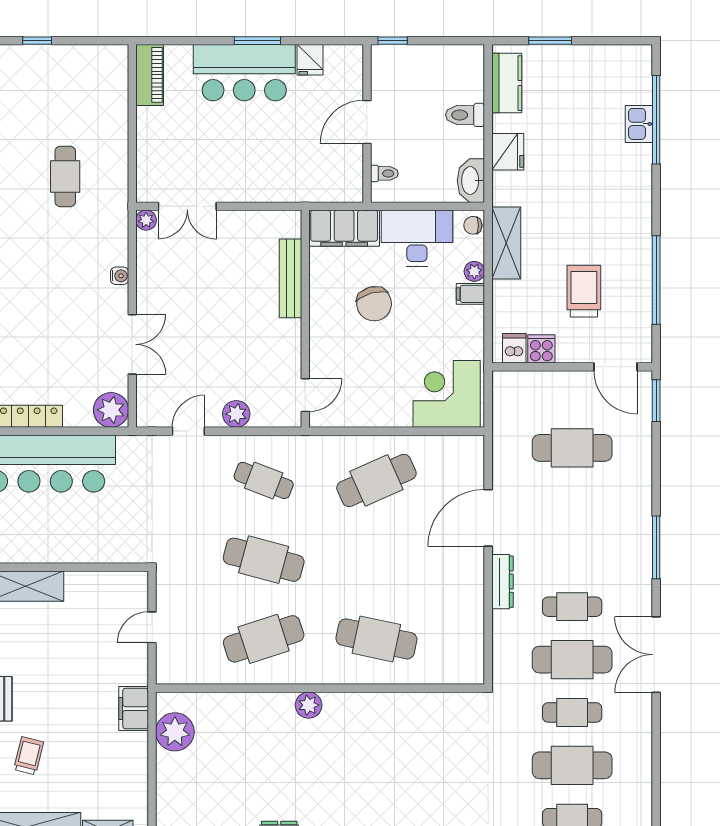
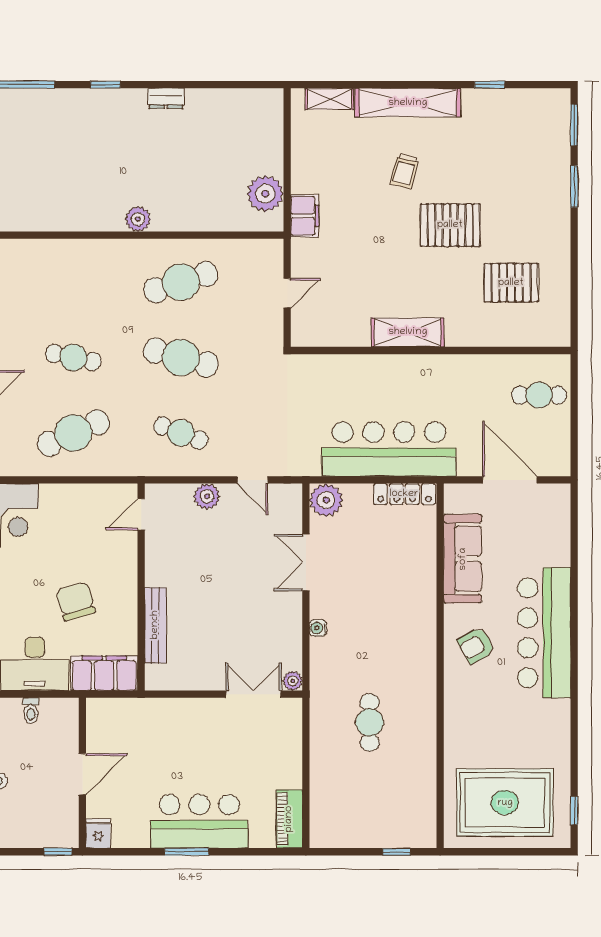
fridge: (310, 60) -> (98, 834), moved
toilet: (384, 173) -> (31, 711), moved, turned -90
door: (188, 431) -> (252, 480), hinge flipped
cafe table: (376, 639) -> (73, 358), moved, width x0.73, depth x0.74

